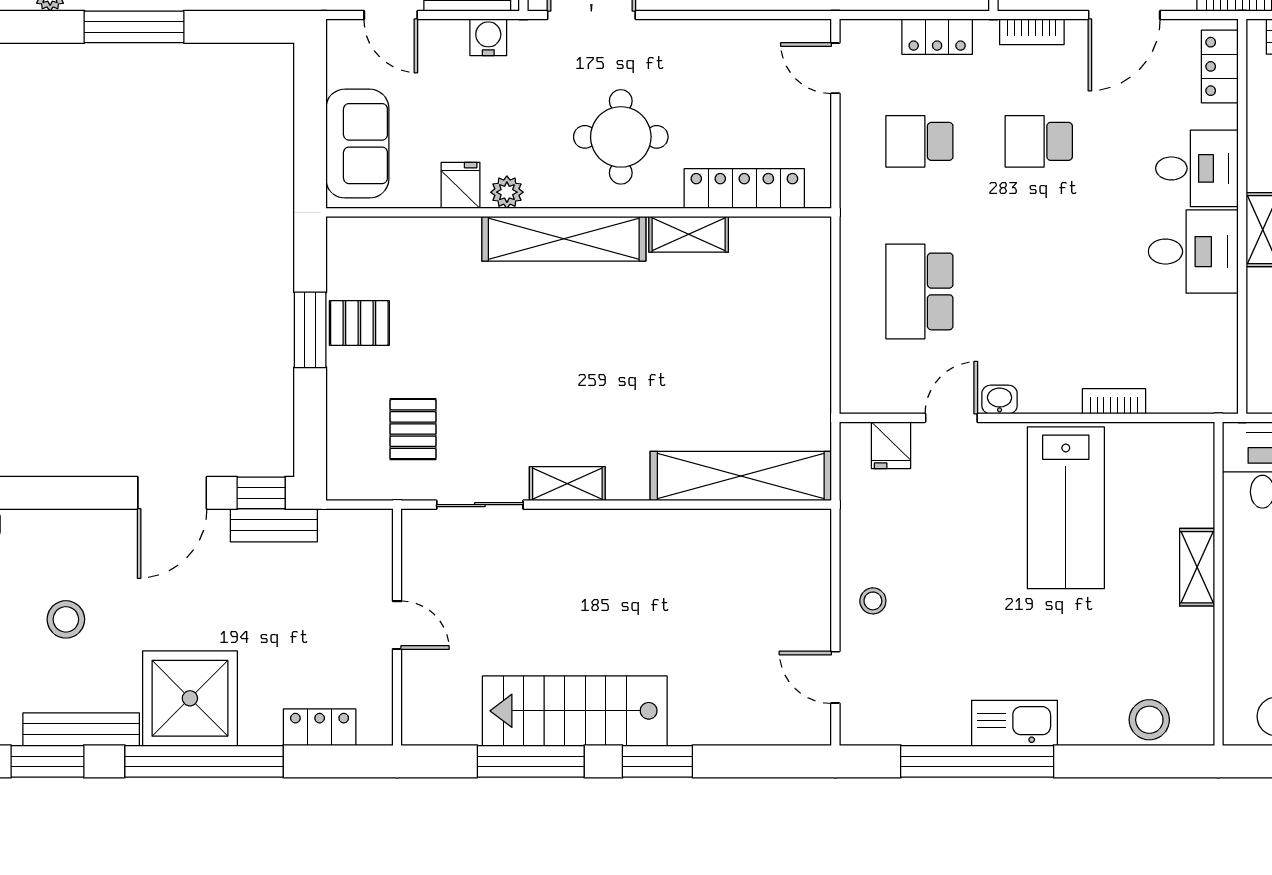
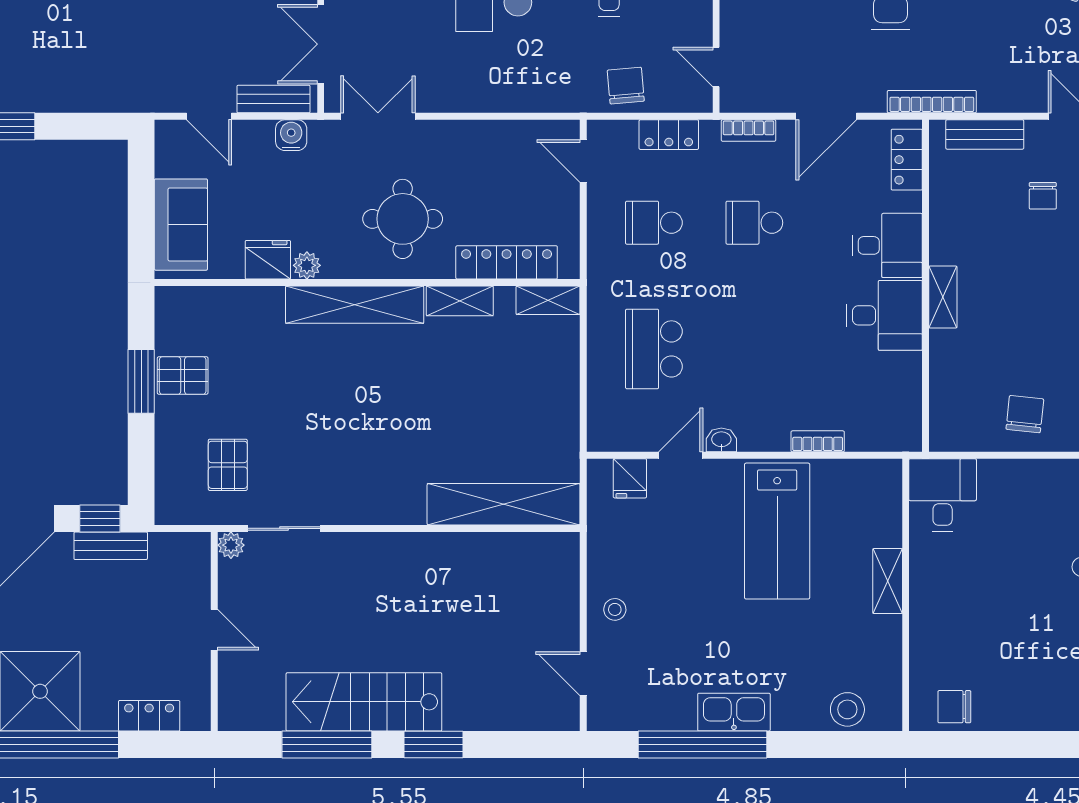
fridge: (461, 185) -> (268, 260), width x1.38
shelving: (567, 484) -> (548, 300), moved
plant: (417, 525) -> (231, 545), added

